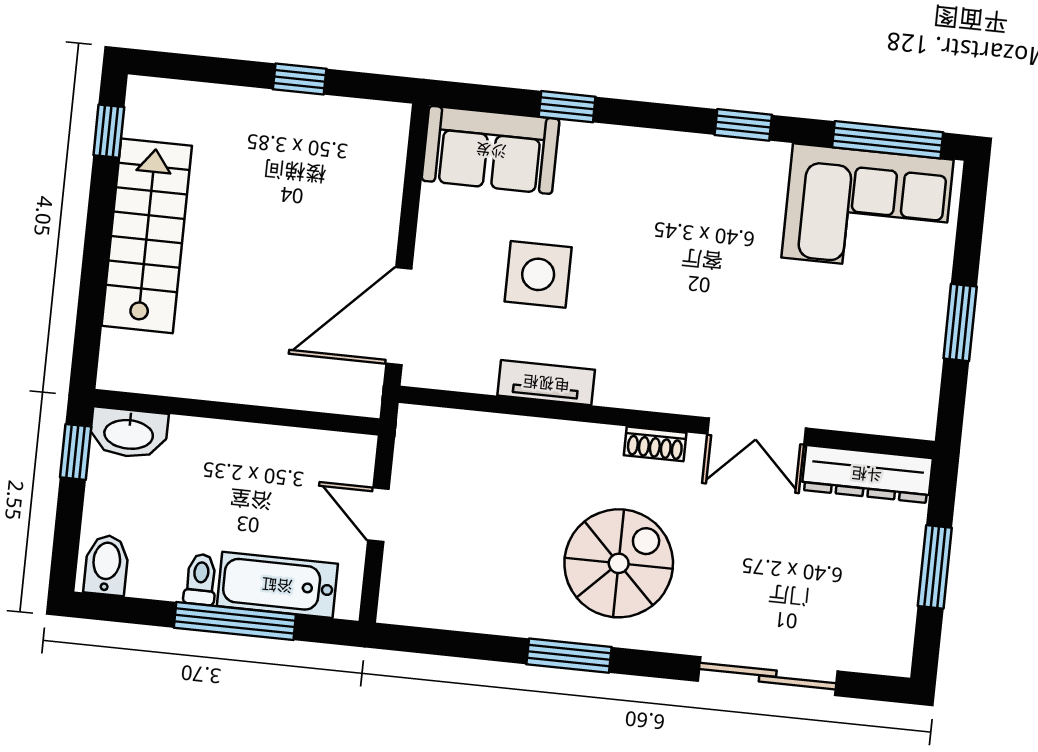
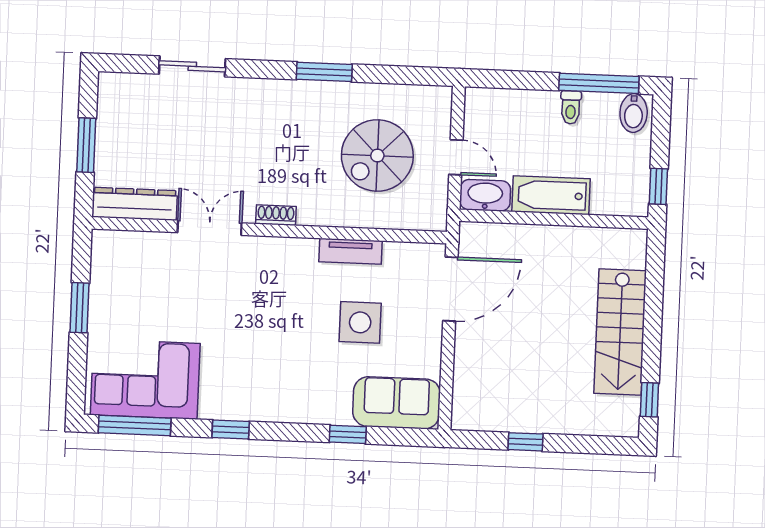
washbasin: (129, 433) -> (485, 195), moved
spiral stairs: (619, 563) -> (377, 156), moved
bathtub: (277, 585) -> (551, 195), moved, turned 180
window: (235, 621) -> (599, 83), moved
sliding door: (768, 676) -> (192, 66), width x0.73

